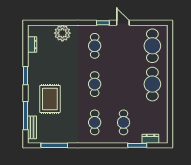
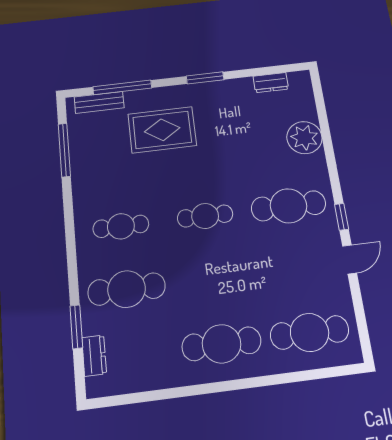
cafe table: (95, 46) -> (288, 206), width x1.37, depth x1.35
cafe table: (124, 122) -> (127, 289), width x1.37, depth x1.35

